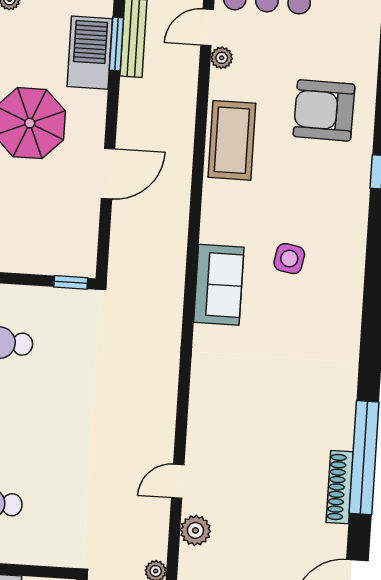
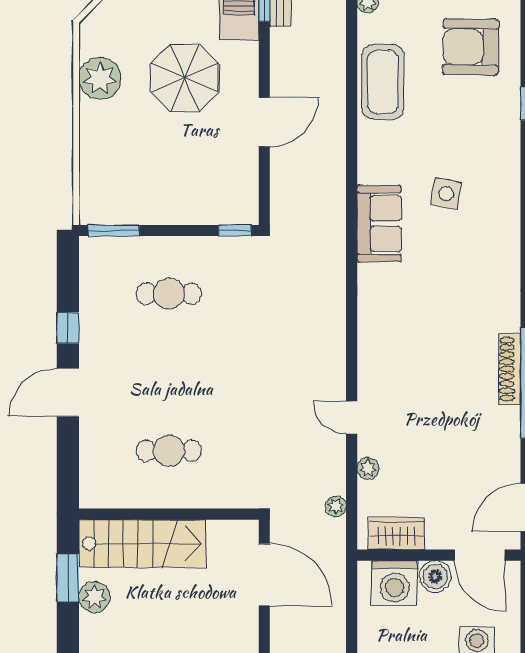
door: (178, 481) -> (352, 418), hinge flipped
shoe rack: (340, 487) -> (510, 369), moved
plant: (195, 530) -> (368, 468), width x0.73, depth x0.73

